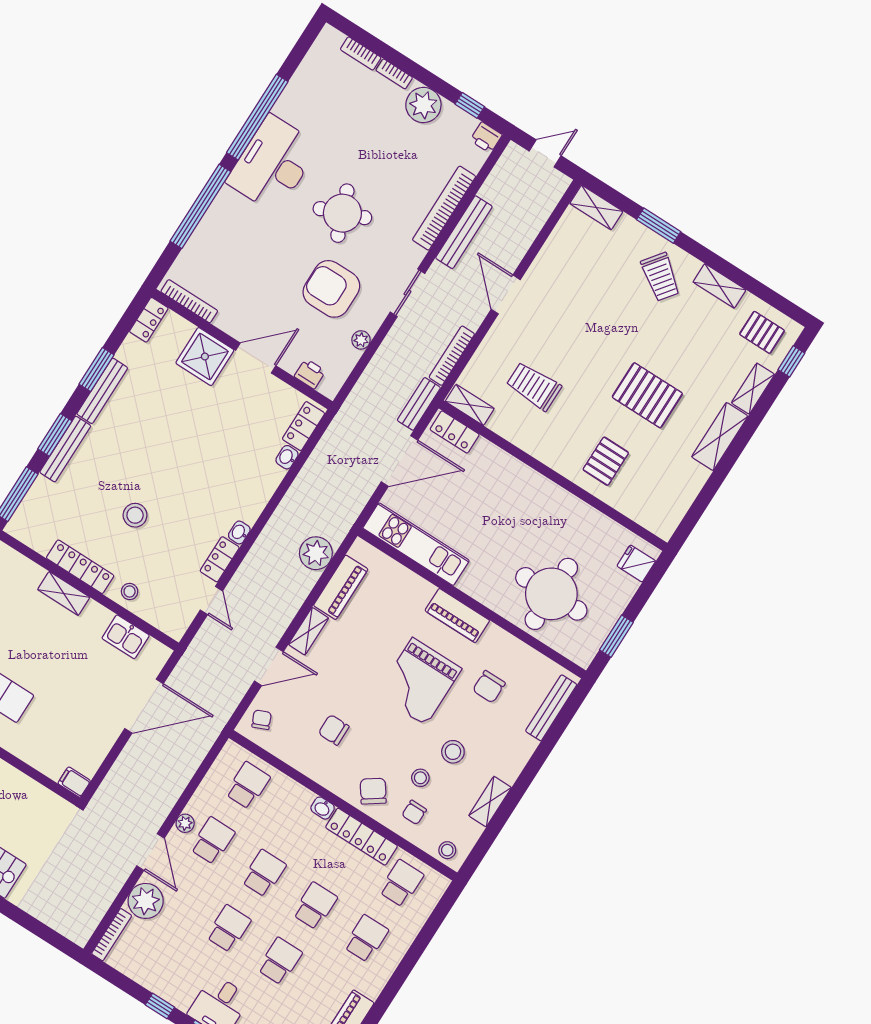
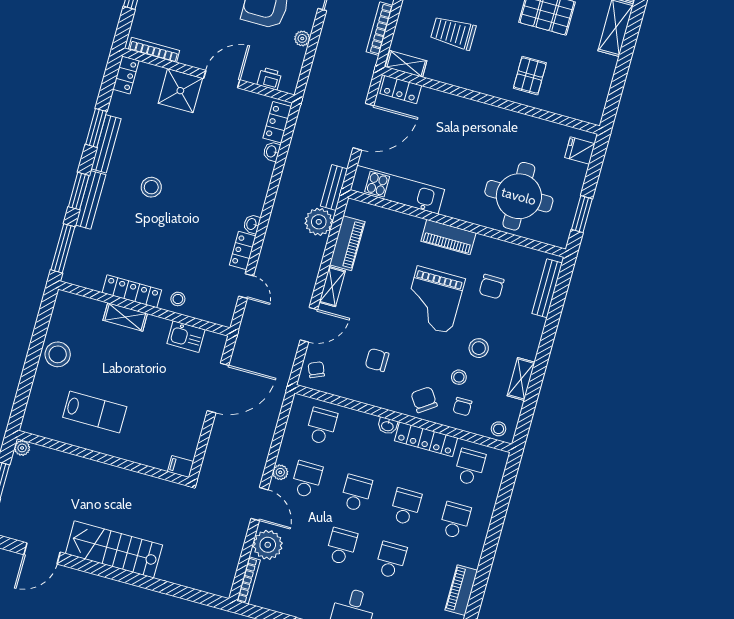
bench: (419, 404) -> (334, 187), moved
stool: (135, 515) -> (151, 187), moved

